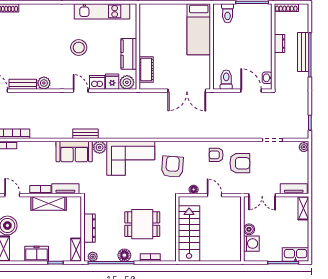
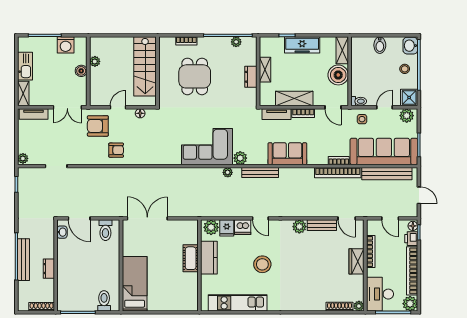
cot: (146, 70) -> (191, 258), moved
bench: (85, 134) -> (260, 173), width x1.36
plant: (111, 134) -> (228, 172), added
sofa: (74, 152) -> (287, 154), moved
armchair: (240, 163) -> (98, 126), moved
armchair: (172, 167) -> (163, 138), removed
door: (214, 195) -> (118, 107), swing flipped
double door: (262, 195) -> (67, 107), swing flipped
dining table: (142, 224) -> (195, 76), turned 90
dresser: (89, 228) -> (251, 77), width x0.70
plant: (236, 238) -> (95, 61), added
washing machine: (251, 244) -> (66, 45), moved, turned -90
shelving: (76, 250) -> (265, 70), moved
freezer: (37, 254) -> (302, 45), width x1.40
floor lamp: (124, 255) -> (214, 43), removed
kitchen sink: (296, 255) -> (25, 66), moved, turned -90
plant: (93, 257) -> (236, 42), moved

